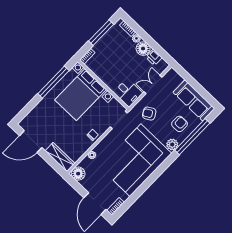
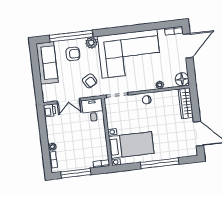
floor lamp: (143, 49) -> (54, 135), removed
printer: (154, 57) -> (50, 110), moved
window: (53, 82) -> (160, 163), moved
bed with nightstands: (81, 95) -> (131, 145), width x0.73
armchair: (180, 124) -> (73, 54), turned 180

